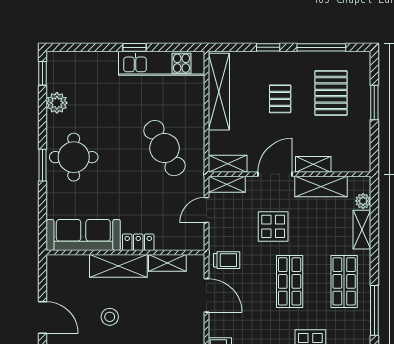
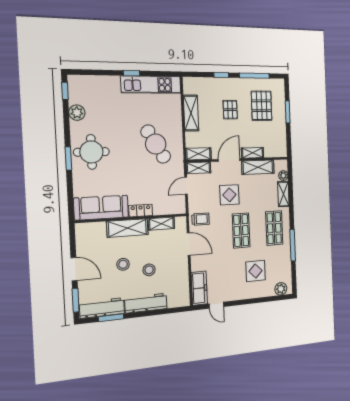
shelving: (219, 92) -> (191, 113), width x0.68
stool: (146, 328) -> (149, 270), added

